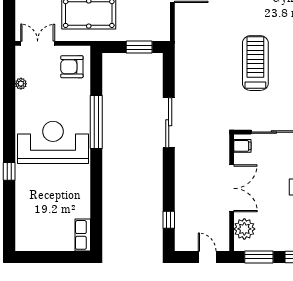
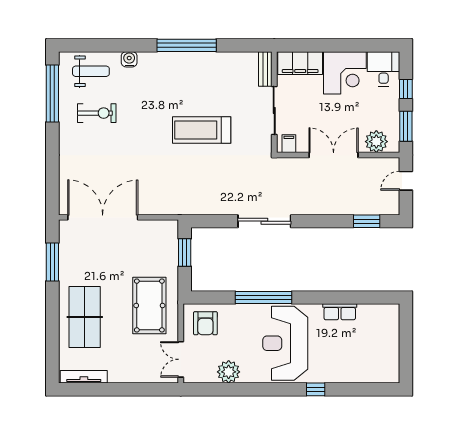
plant: (21, 84) -> (229, 372), width x1.88, depth x1.88
window: (169, 220) -> (367, 221), width x1.50
row of seats: (83, 235) -> (340, 312), moved

